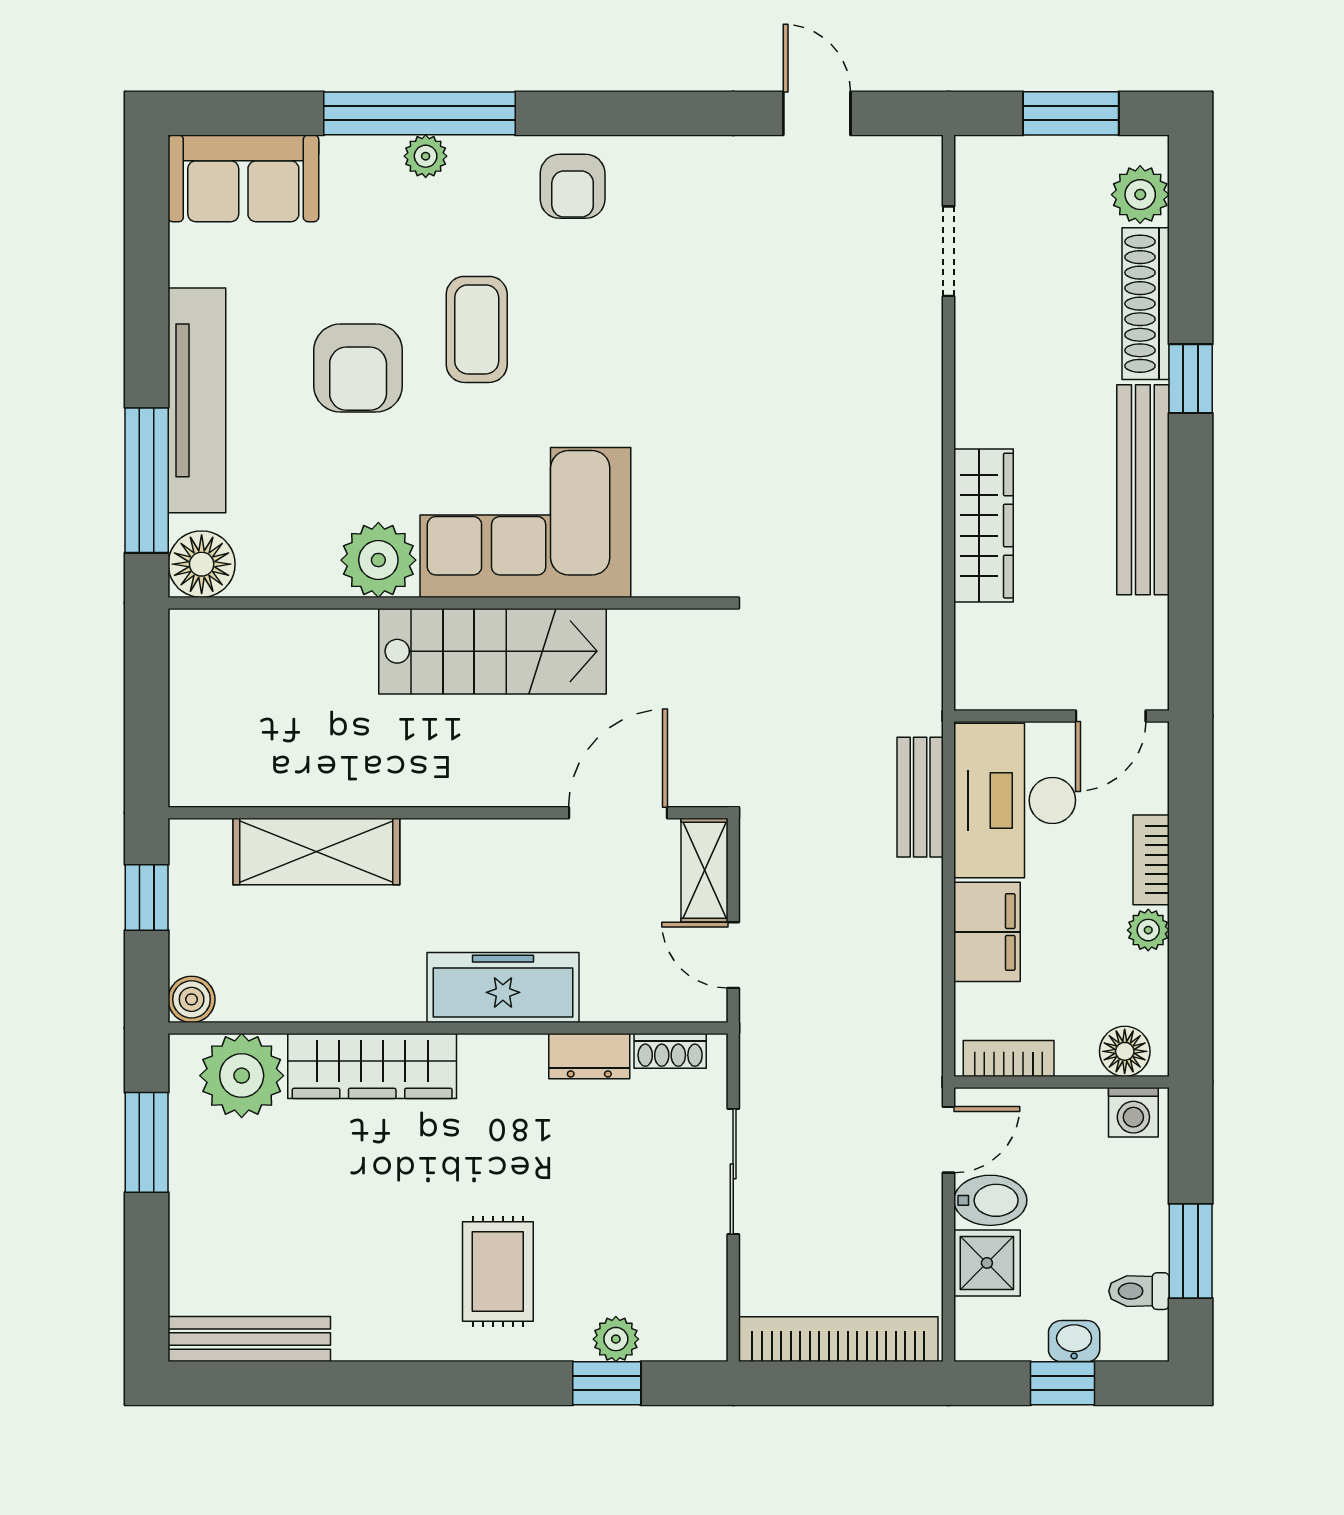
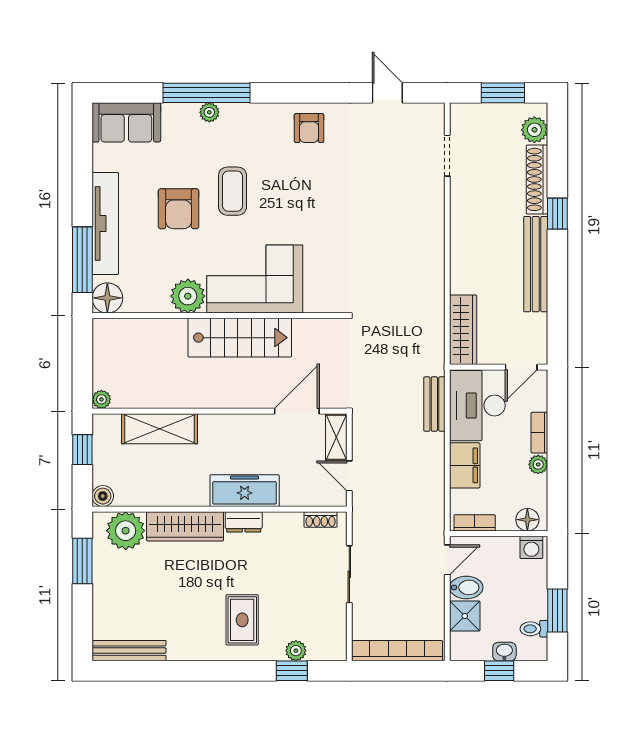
armchair: (573, 186) -> (309, 128), moved
wardrobe: (983, 526) -> (463, 330), moved
plant: (189, 787) -> (101, 399), added
dresser: (589, 1056) -> (244, 522), moved

